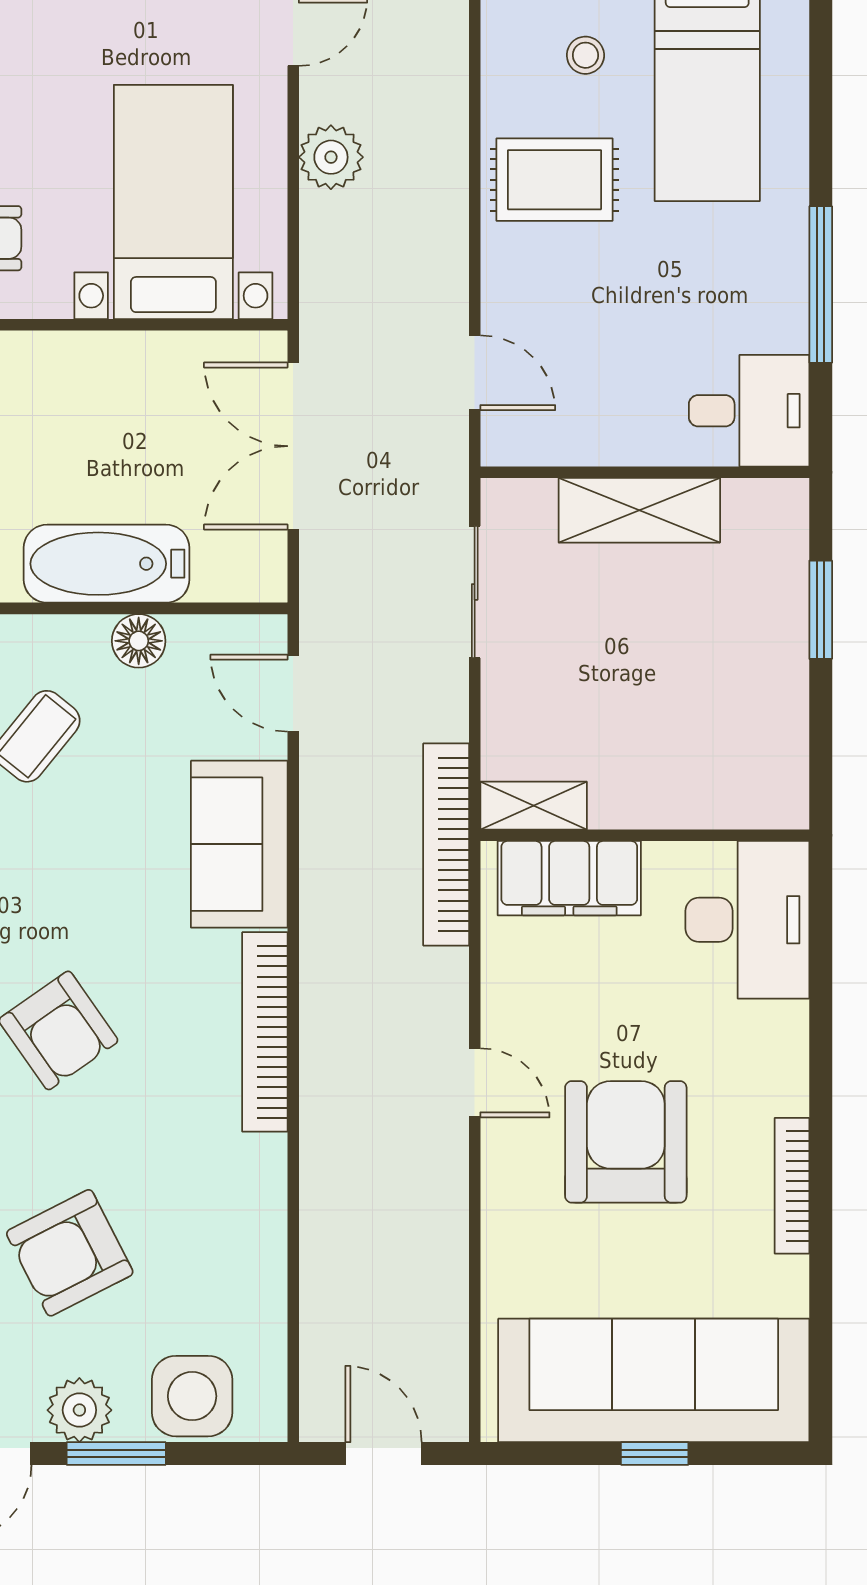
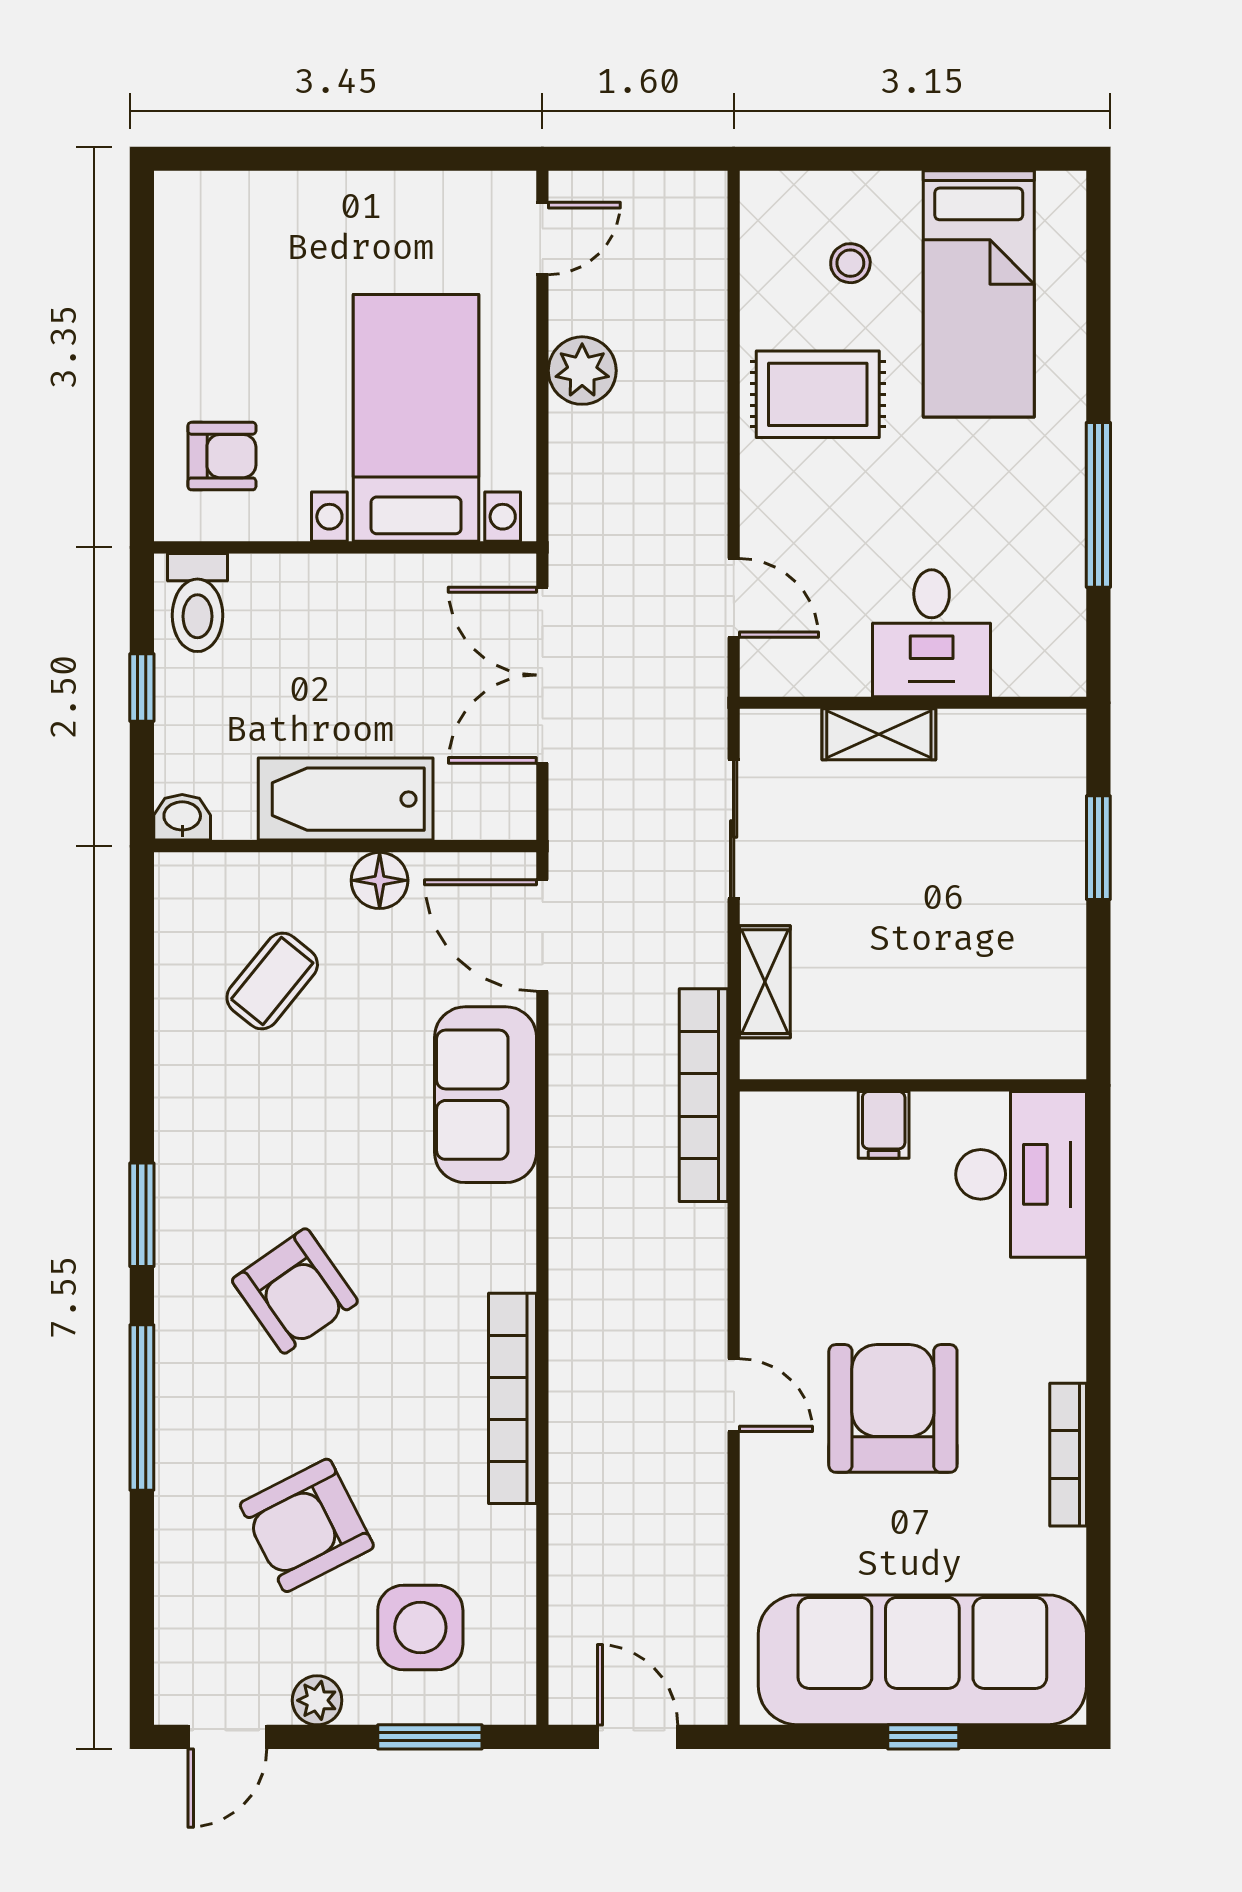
desk: (749, 411) -> (932, 633), moved, turned 90
shelving: (639, 510) -> (879, 734), width x0.67, depth x0.75
door: (293, 693) -> (542, 935), width x1.38
shelving: (534, 806) -> (765, 982), moved, turned 90
filing cabinet: (569, 878) -> (884, 1125), width x0.33, depth x0.86
bookcase: (265, 1032) -> (513, 1398), moved
door: (475, 1083) -> (734, 1395), moved
side table: (192, 1396) -> (420, 1627), moved
plant: (79, 1410) -> (317, 1700), width x0.73, depth x0.73
window: (116, 1454) -> (430, 1737), moved

